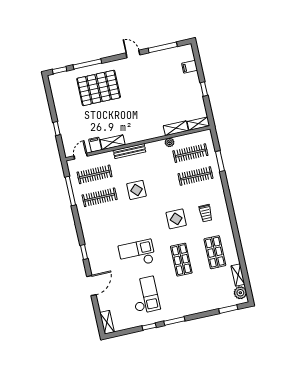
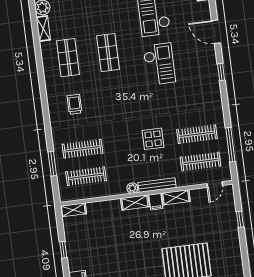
shelving: (176, 128) -> (135, 203), moved
plant: (169, 142) -> (132, 188), moved
filing cabinet: (95, 145) -> (156, 202), moved
display table: (176, 219) -> (110, 101), removed
checkout: (137, 254) -> (159, 64), turned -90
door: (91, 286) -> (216, 32), hinge flipped

